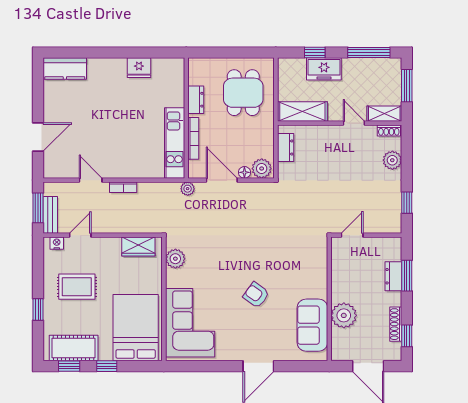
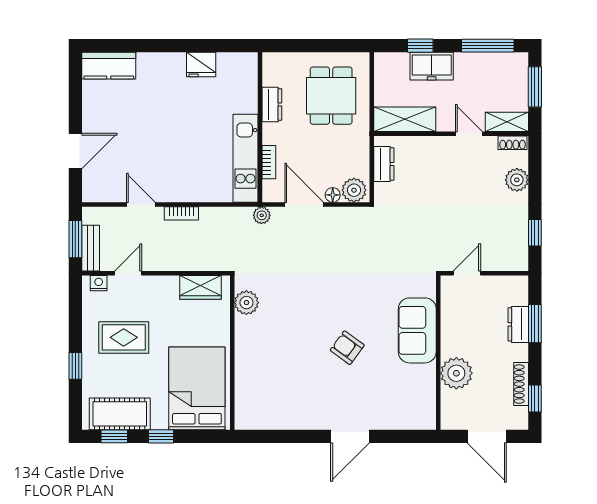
bookcase: (193, 138) -> (269, 162), width x0.64
corner sofa: (190, 323) -> (265, 382), removed
sofa: (312, 325) -> (417, 330), moved

